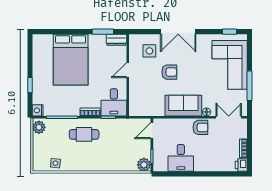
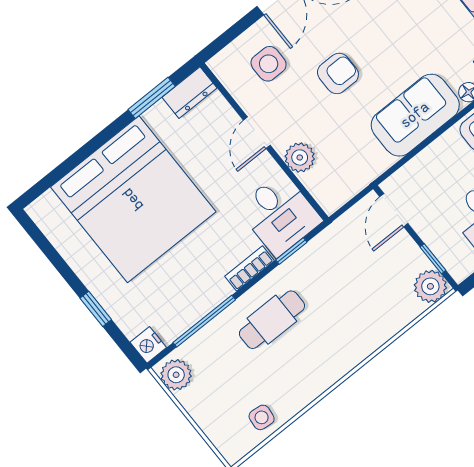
bed: (71, 60) -> (133, 199), width x1.36
plant: (135, 89) -> (300, 157), added

